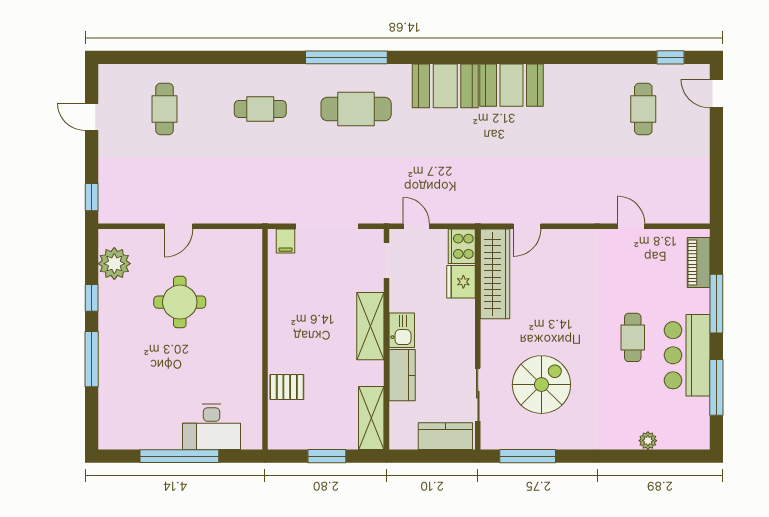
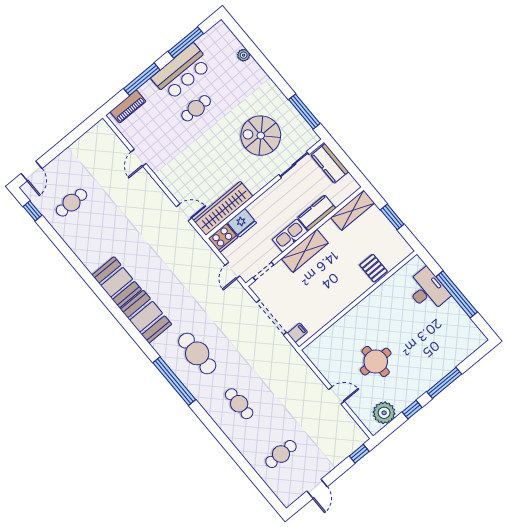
kitchen sink: (402, 330) -> (290, 236), width x1.38

